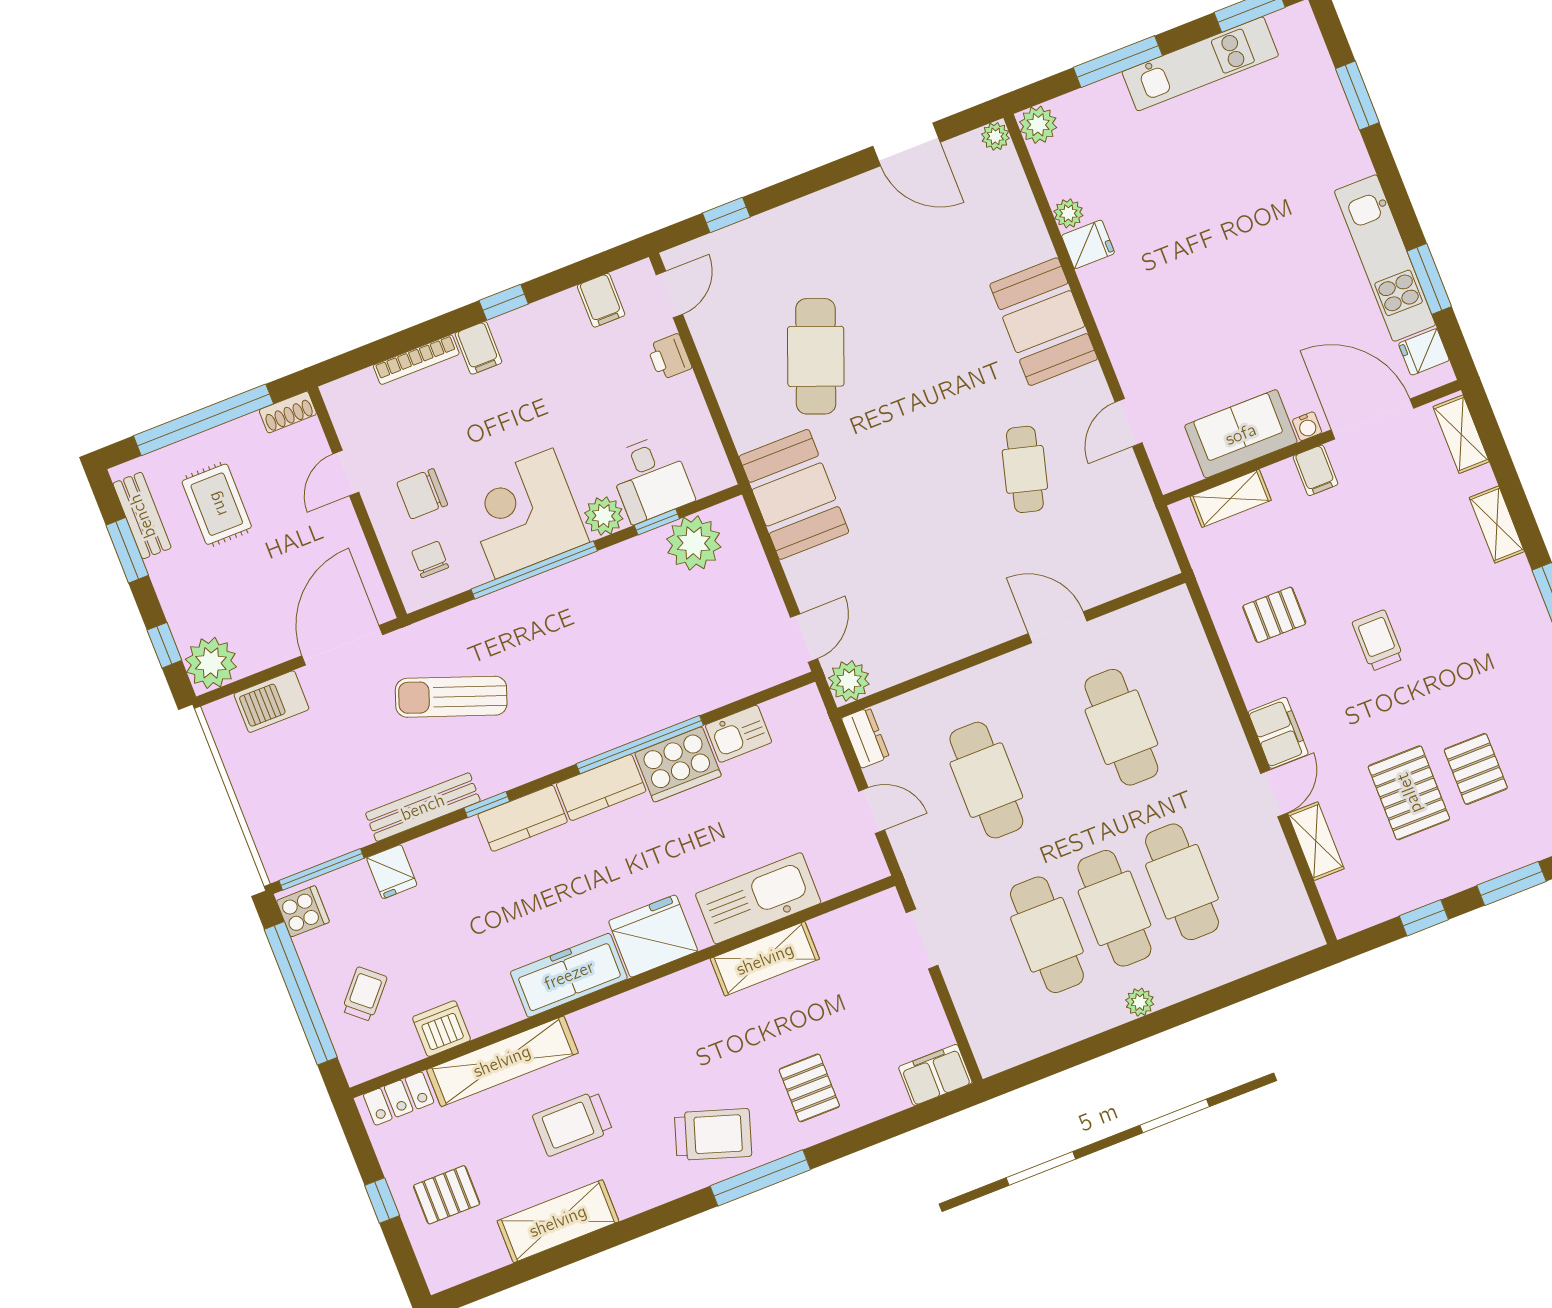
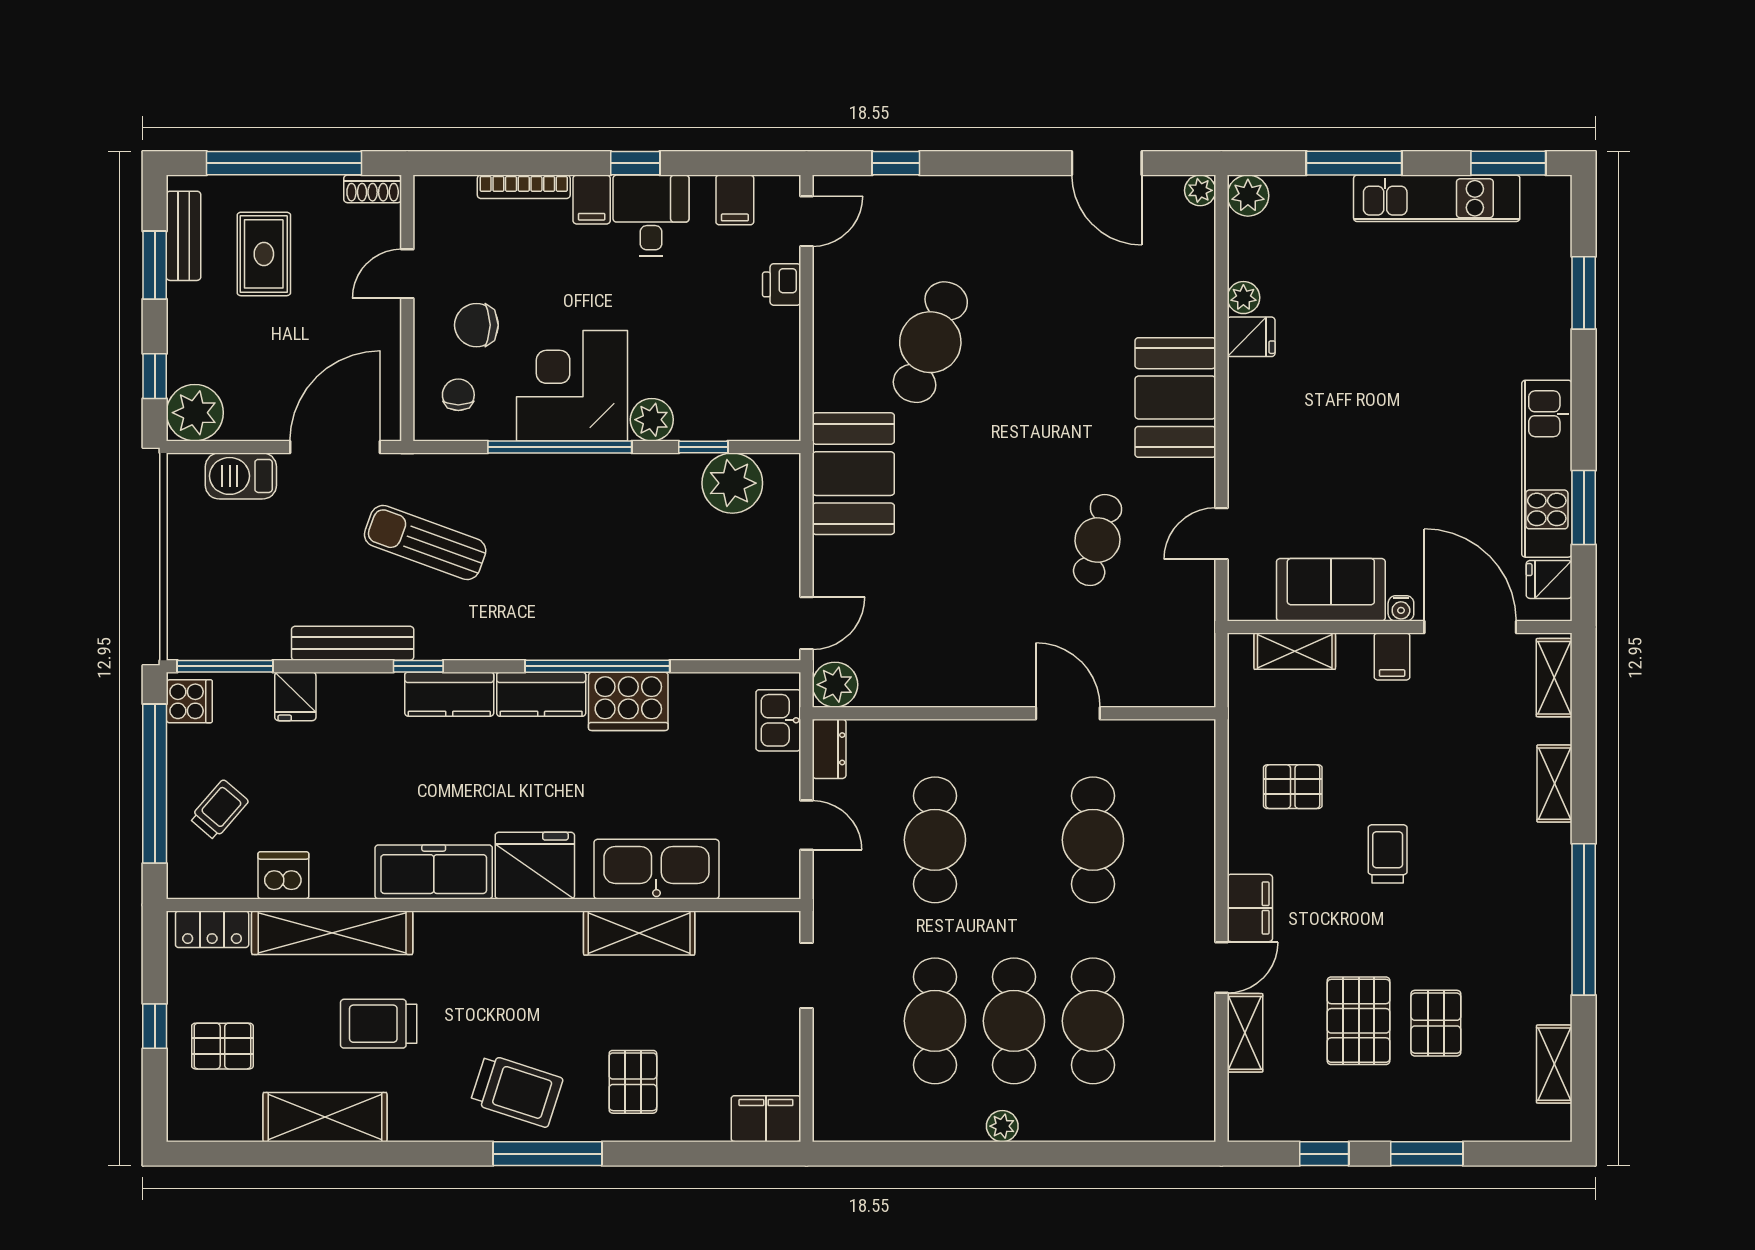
desk: (650, 478) -> (651, 216), moved, turned 180
kitchen sink: (738, 734) -> (778, 720), moved, turned 90

